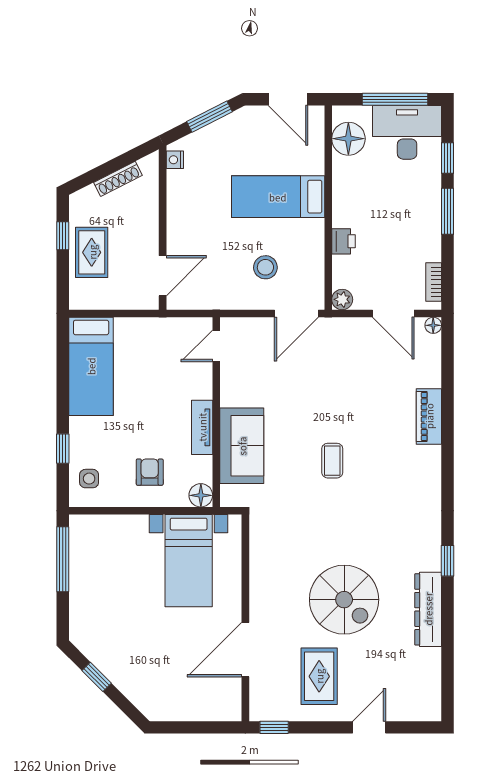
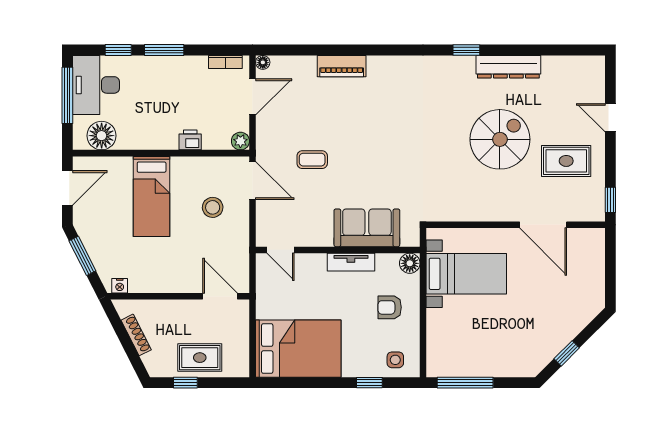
bed: (91, 366) -> (298, 349), width x1.50
coffee table: (332, 461) -> (312, 160), moved

